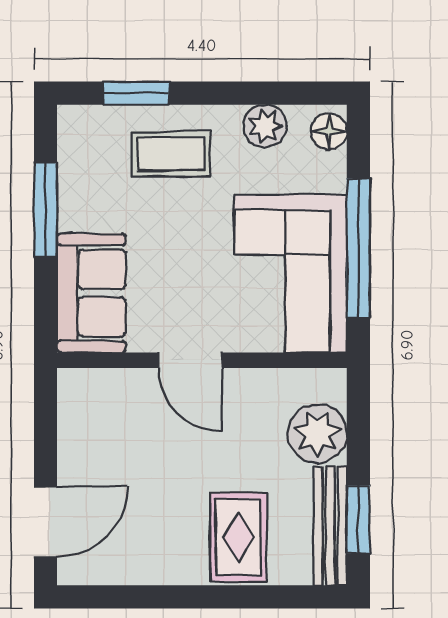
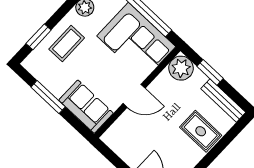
plant: (318, 434) -> (181, 68), moved
window: (358, 519) -> (210, 72), moved

